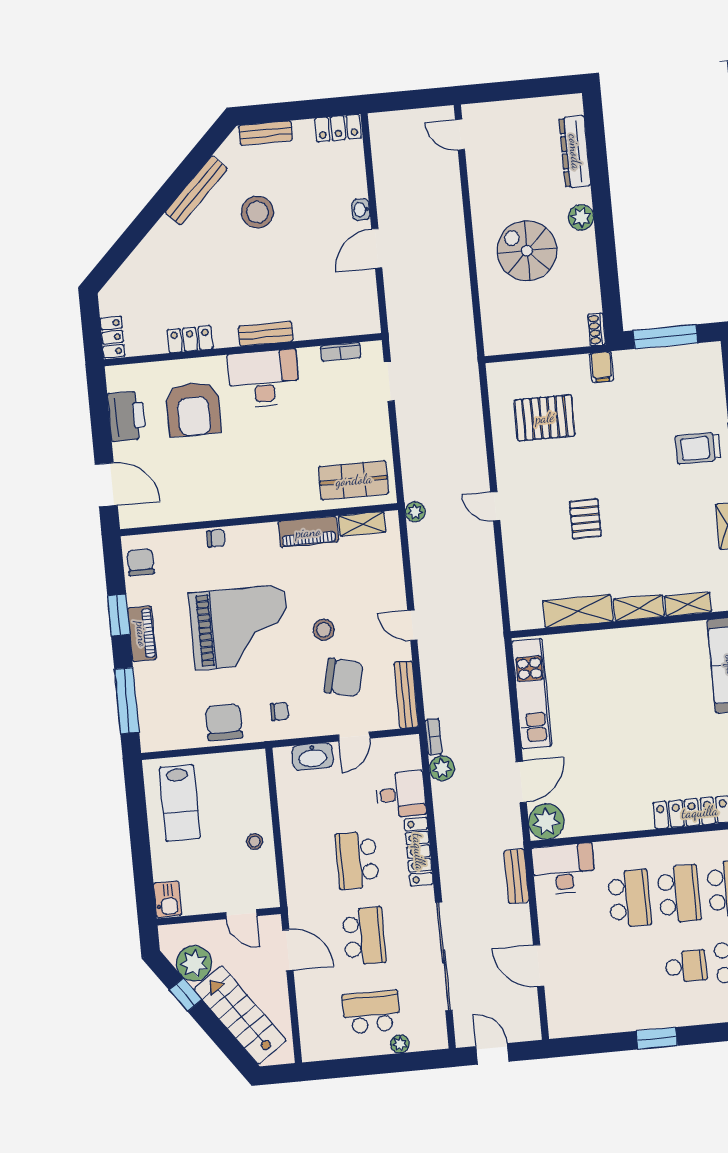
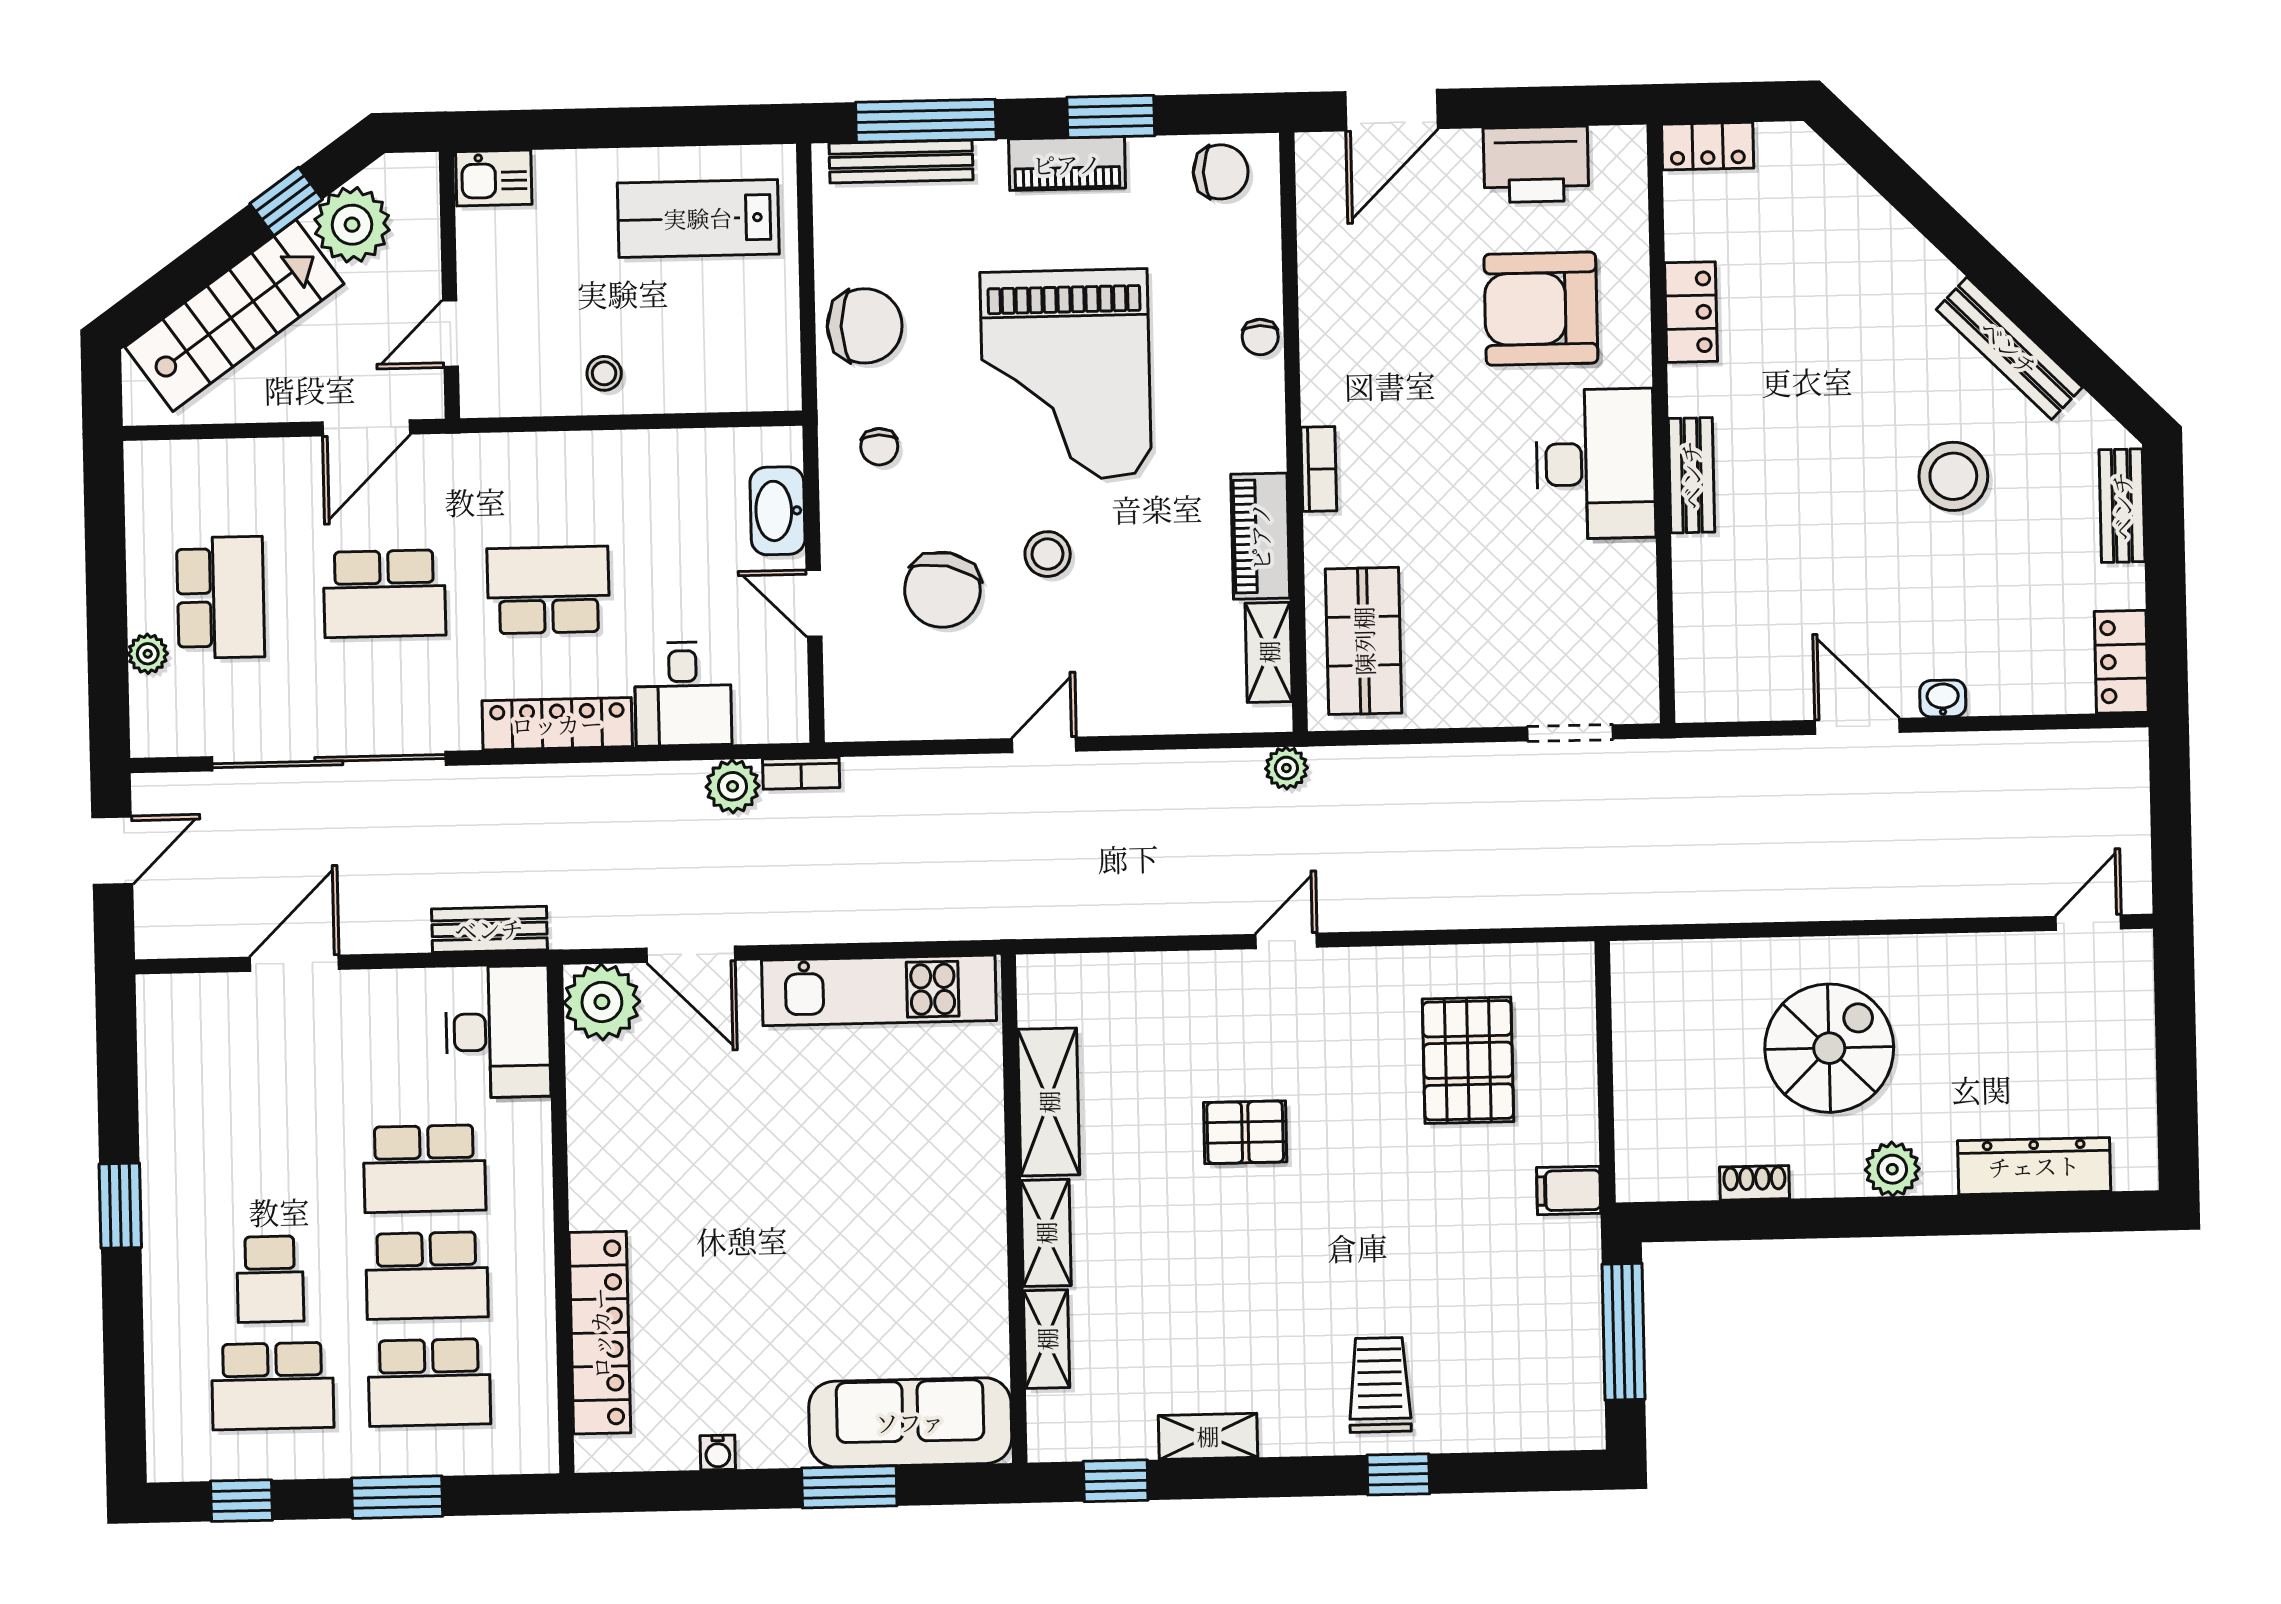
shoe rack: (596, 329) -> (1755, 1183), moved
bookcase: (341, 352) -> (1319, 469), moved, turned 180
bench: (406, 695) -> (901, 161), moved

